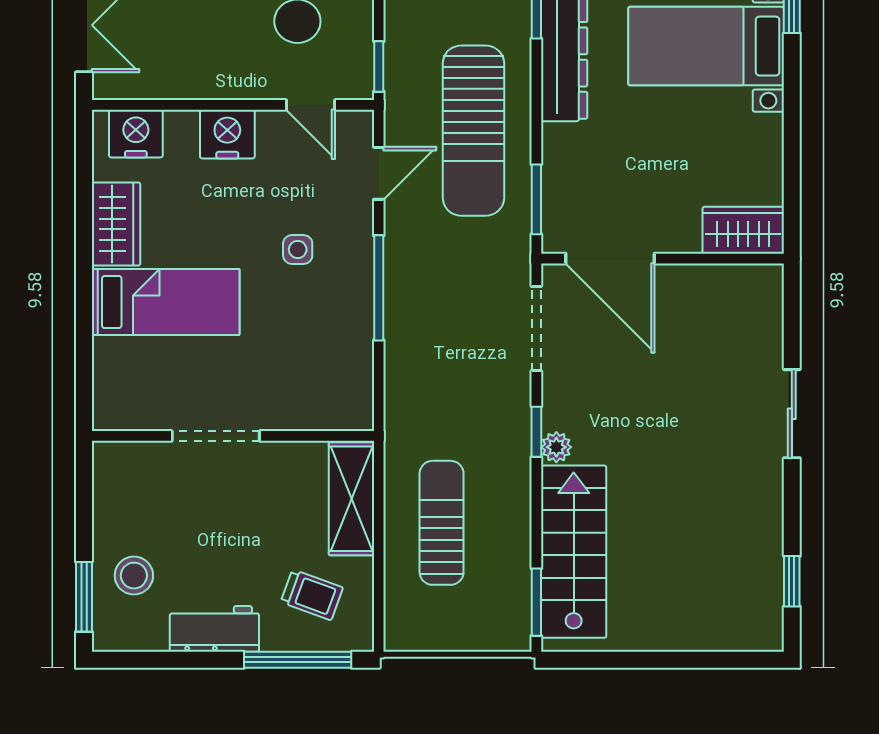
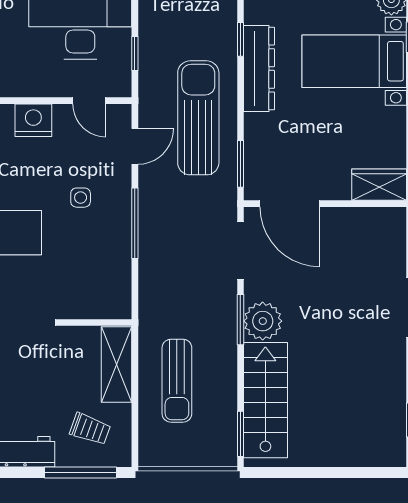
window: (379, 66) -> (135, 54), moved
sun lounger: (473, 131) -> (198, 118), turned 180
window: (536, 432) -> (240, 320), width x1.50
plant: (556, 447) -> (263, 321), width x1.88, depth x1.88
sun lounger: (442, 523) -> (177, 381), turned 180

